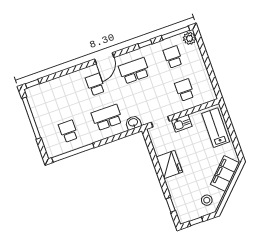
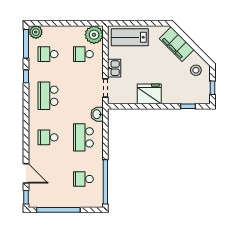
door: (104, 58) -> (26, 173), moved
plant: (206, 93) -> (94, 35), added

